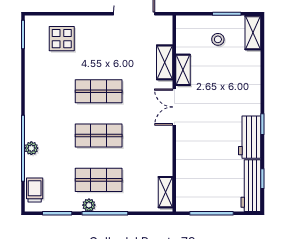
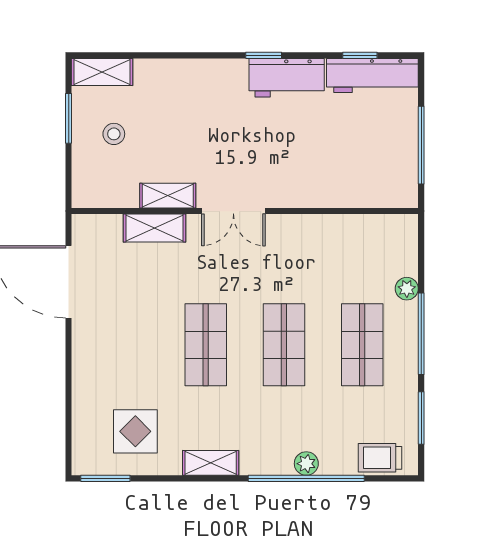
display table: (62, 39) -> (135, 431), moved
shelving: (165, 192) -> (211, 463), moved
plant: (89, 205) -> (407, 289), moved

